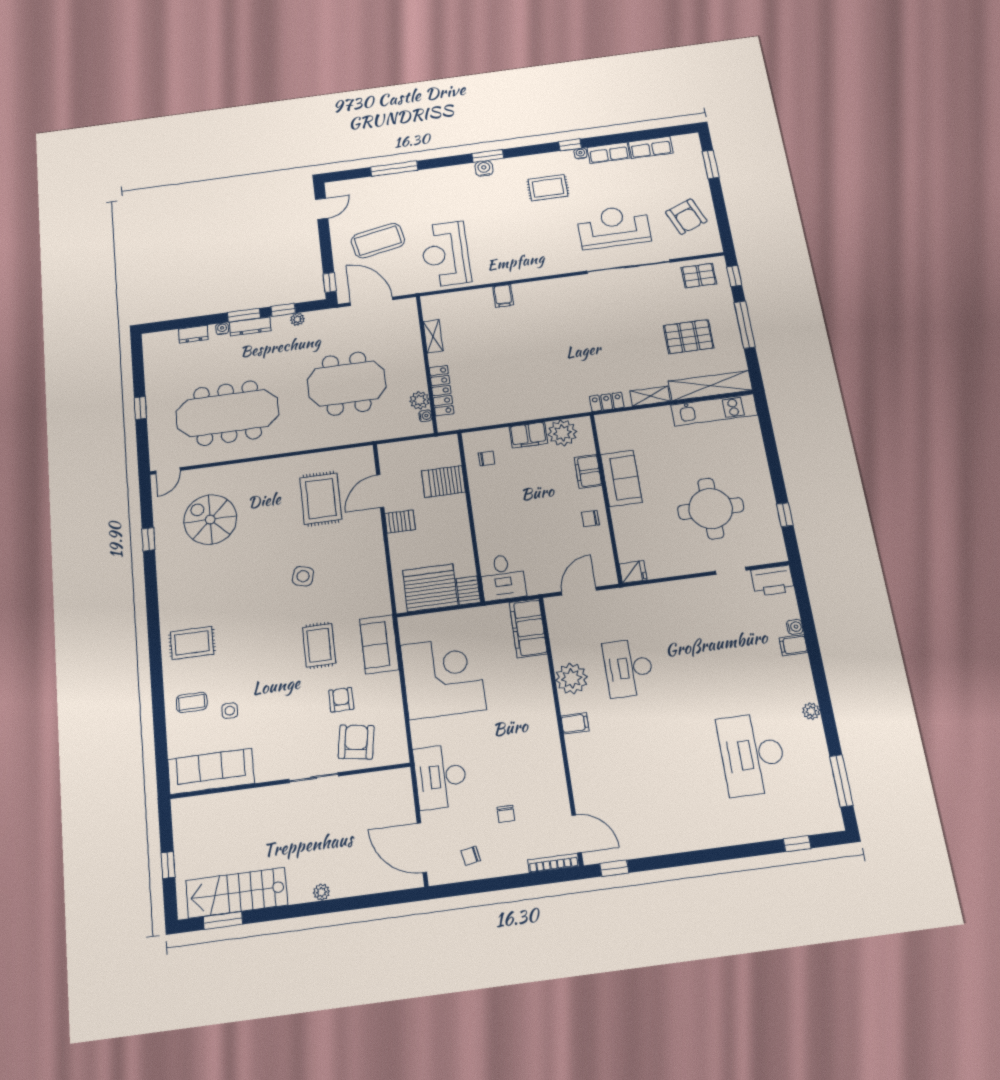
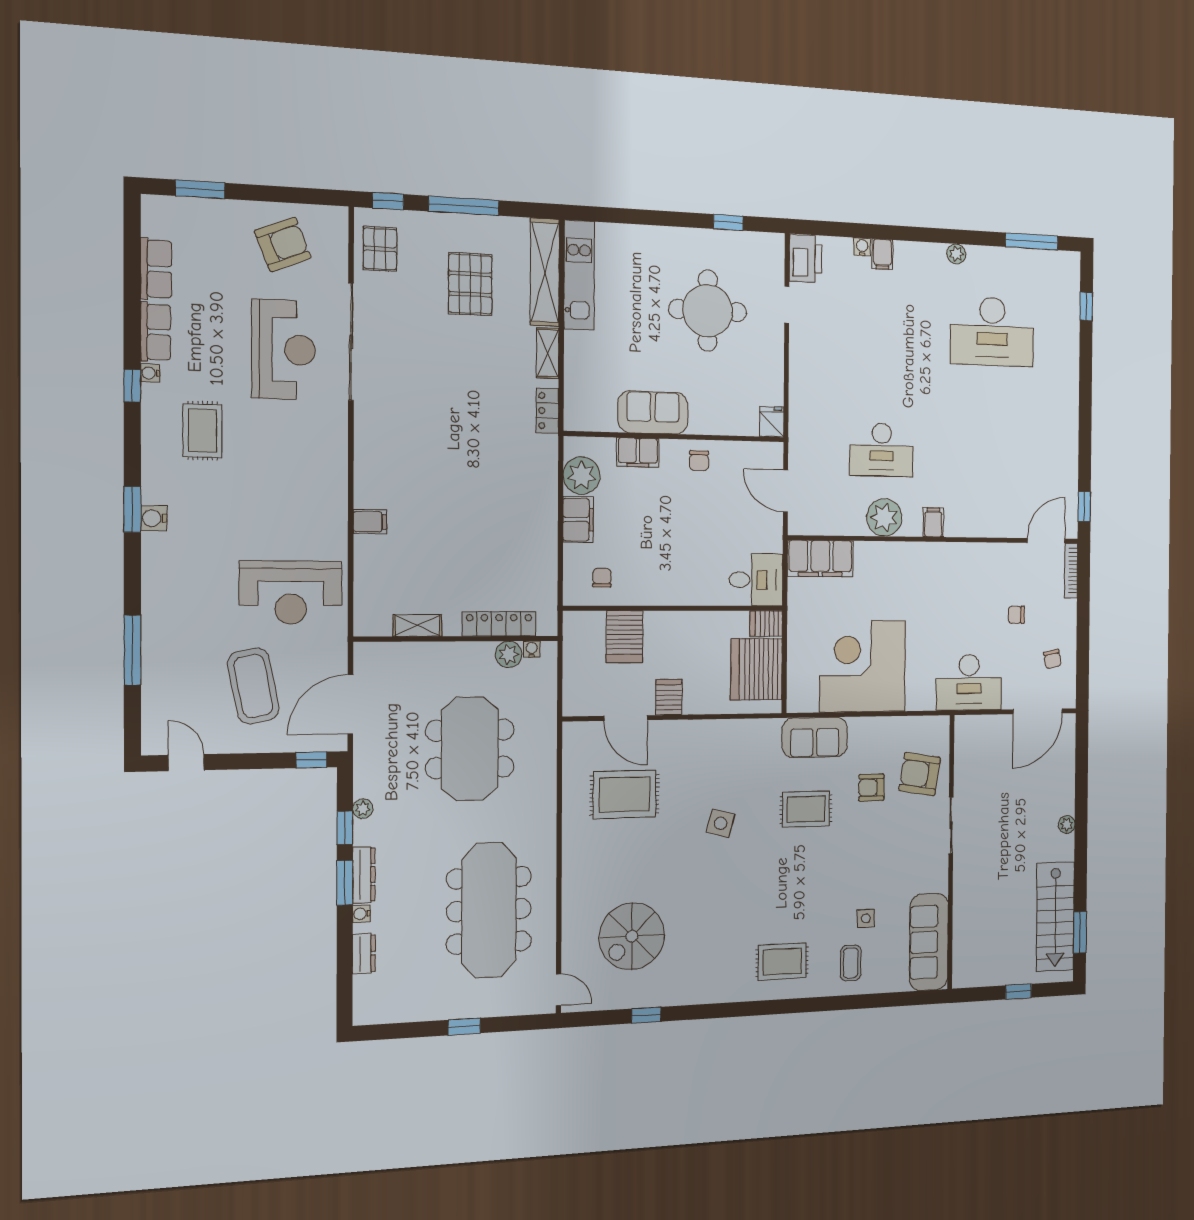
reception desk: (614, 227) -> (284, 350), turned 180
rug: (192, 643) -> (782, 962), turned 90
chair: (506, 814) -> (1016, 615), turned 180

